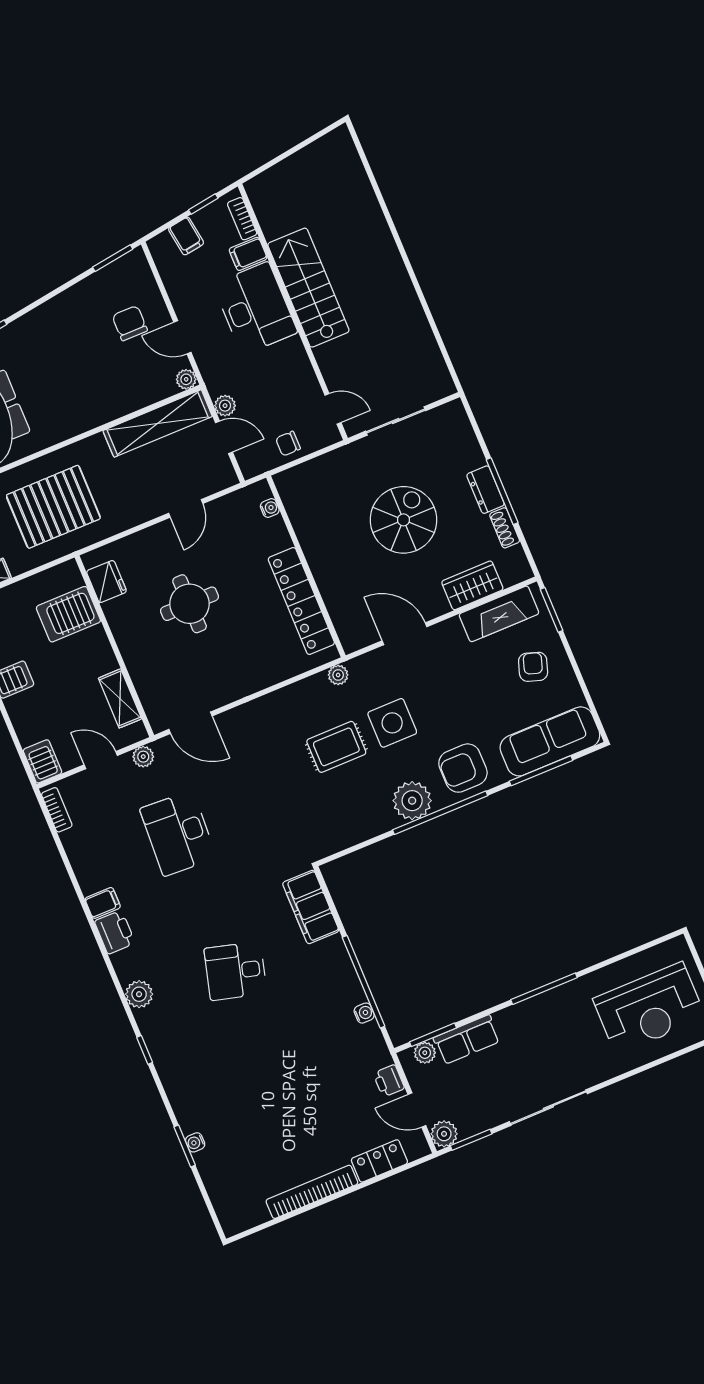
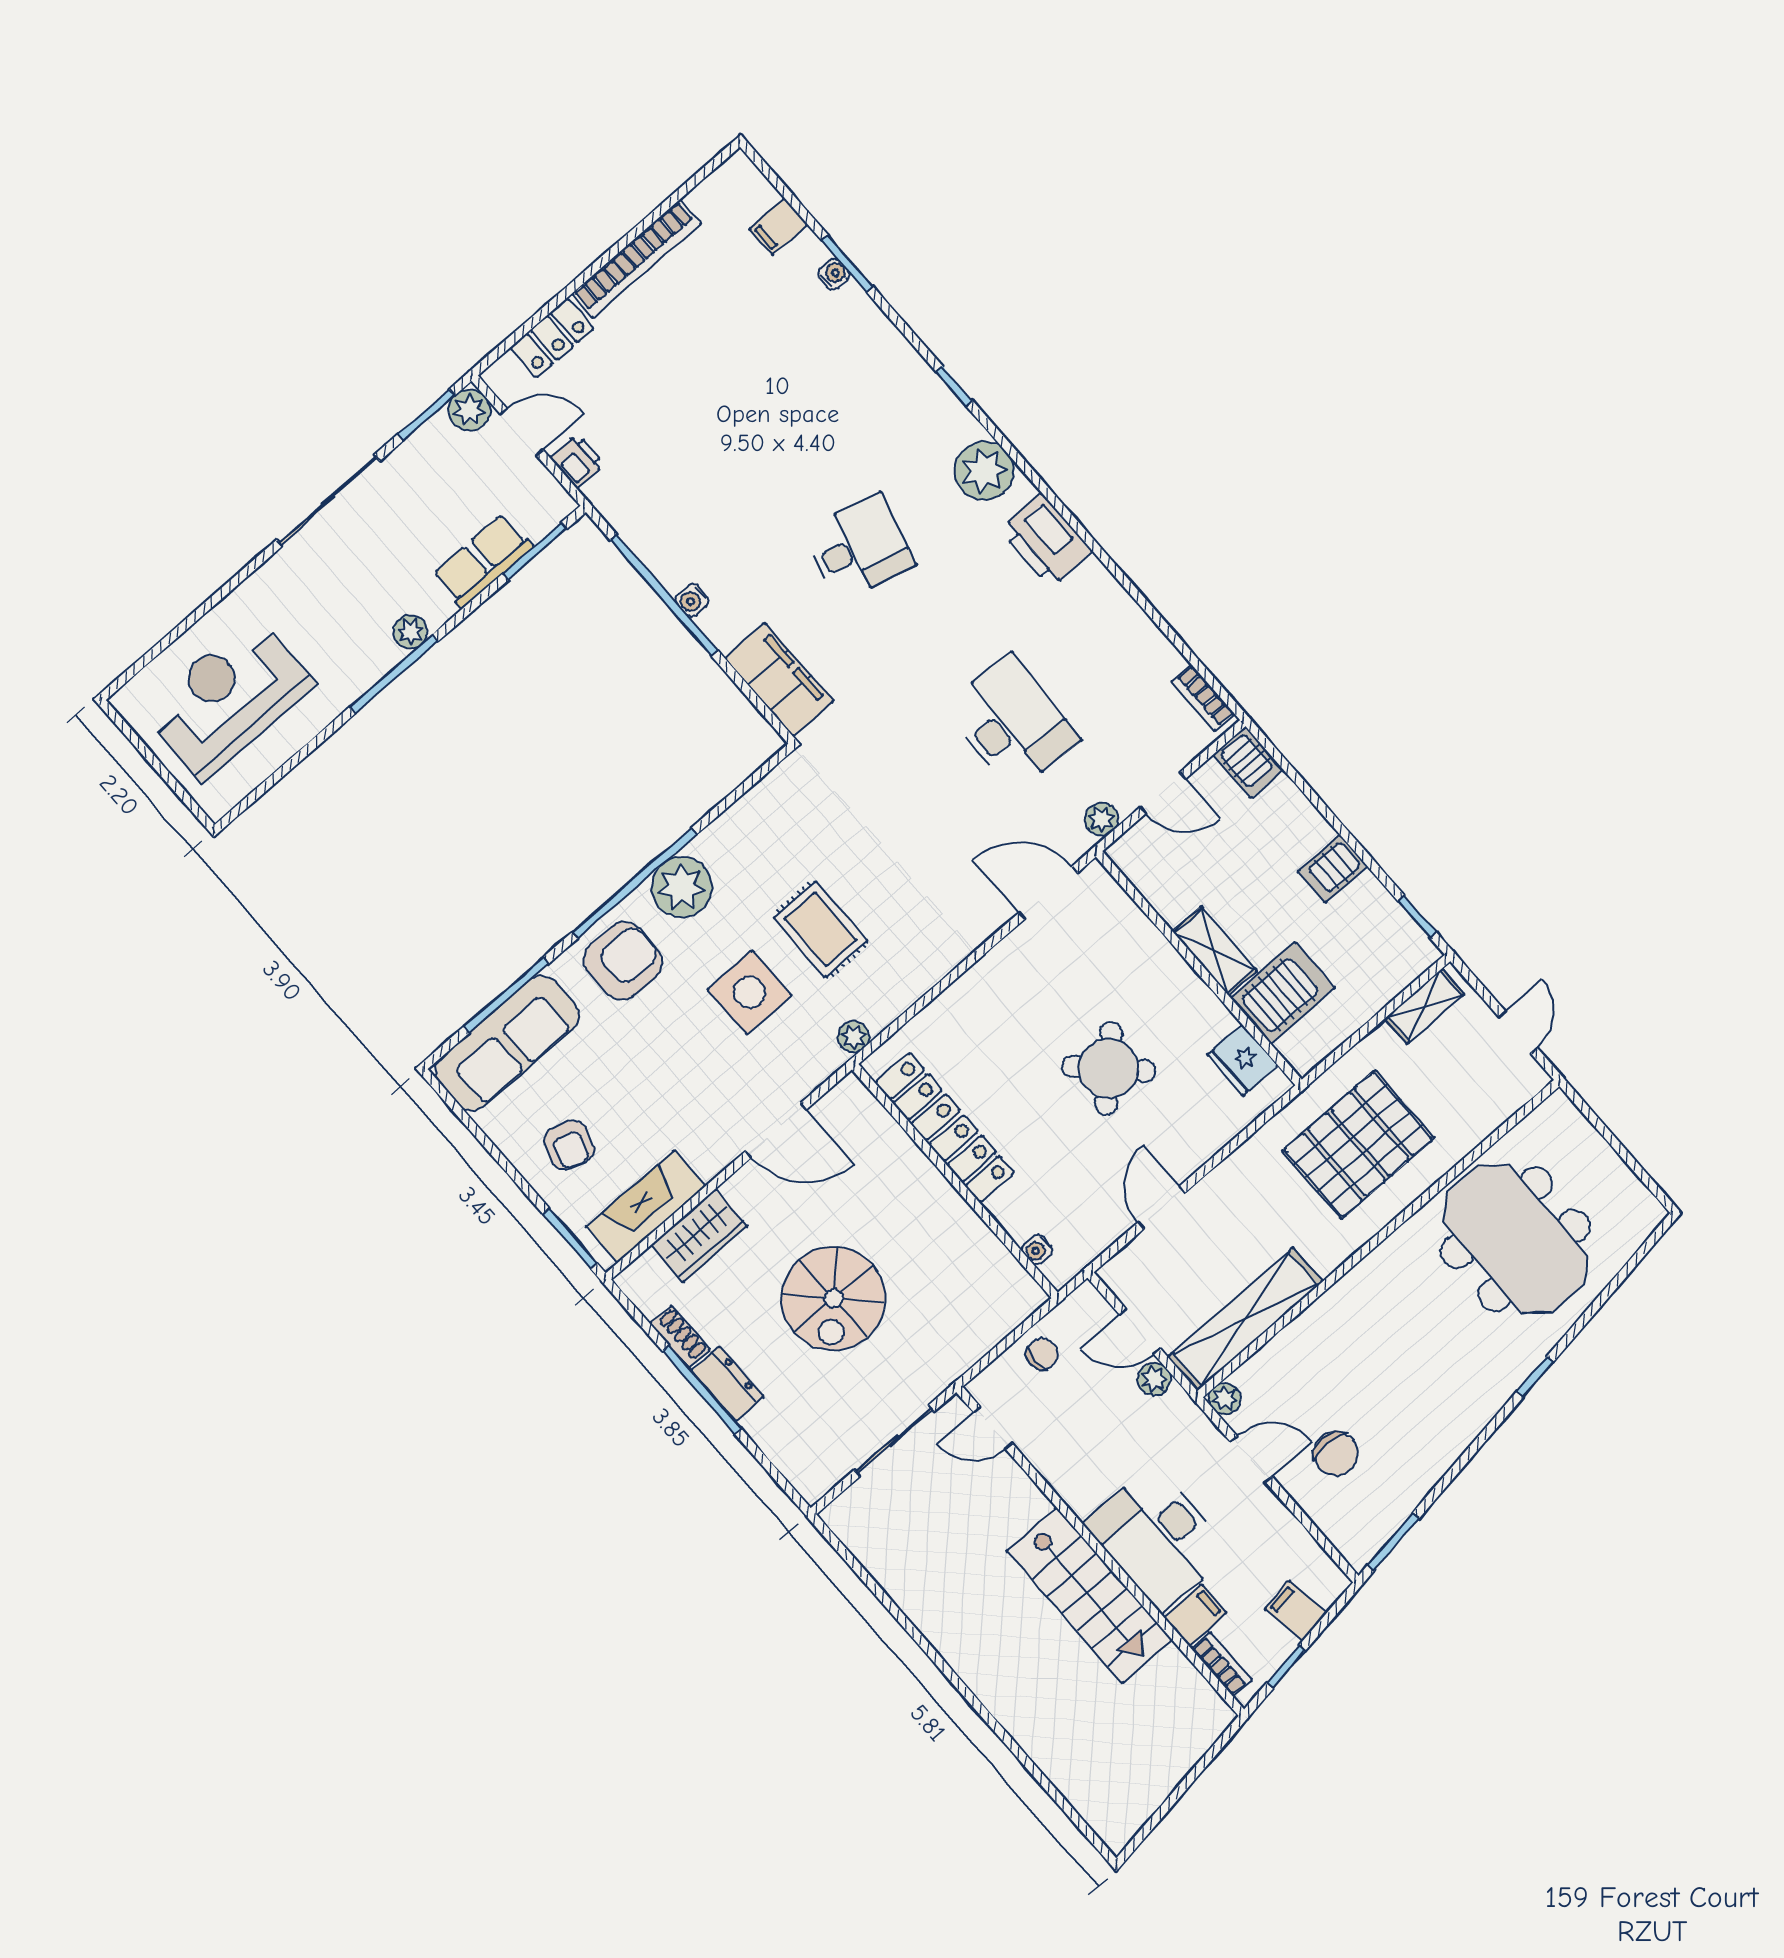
round table: (190, 604) -> (1109, 1068), turned 45
shelving: (120, 698) -> (1215, 951), moved
rug: (336, 747) -> (821, 929), turned 90
filing cabinet: (103, 903) -> (778, 227), moved
printer: (115, 932) -> (1046, 540), width x1.37, depth x1.19
plant: (139, 994) -> (984, 471), width x1.36, depth x1.36
water cooler: (364, 1013) -> (692, 600), moved
plant: (425, 1053) -> (411, 632), moved

